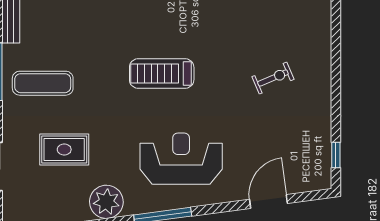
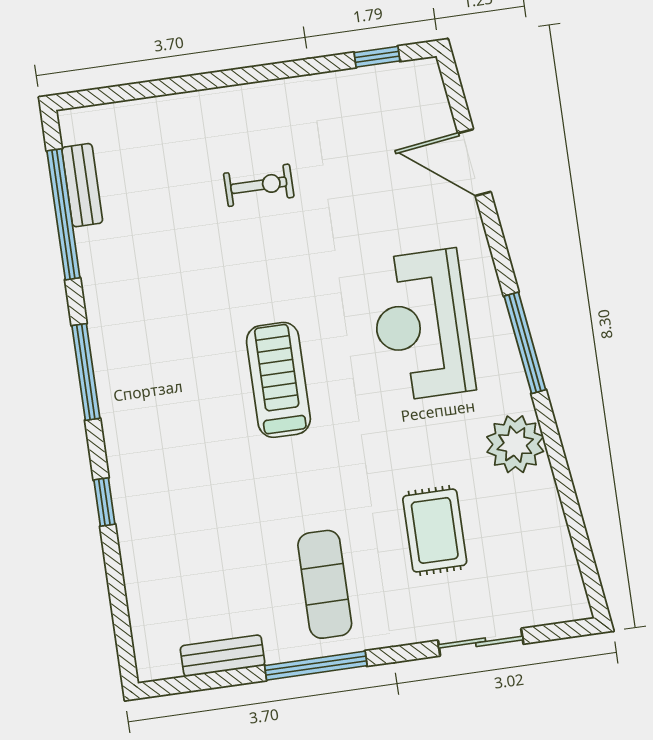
treadmill: (162, 74) -> (278, 380), turned 180
exercise bike: (273, 78) -> (259, 185), turned 113

